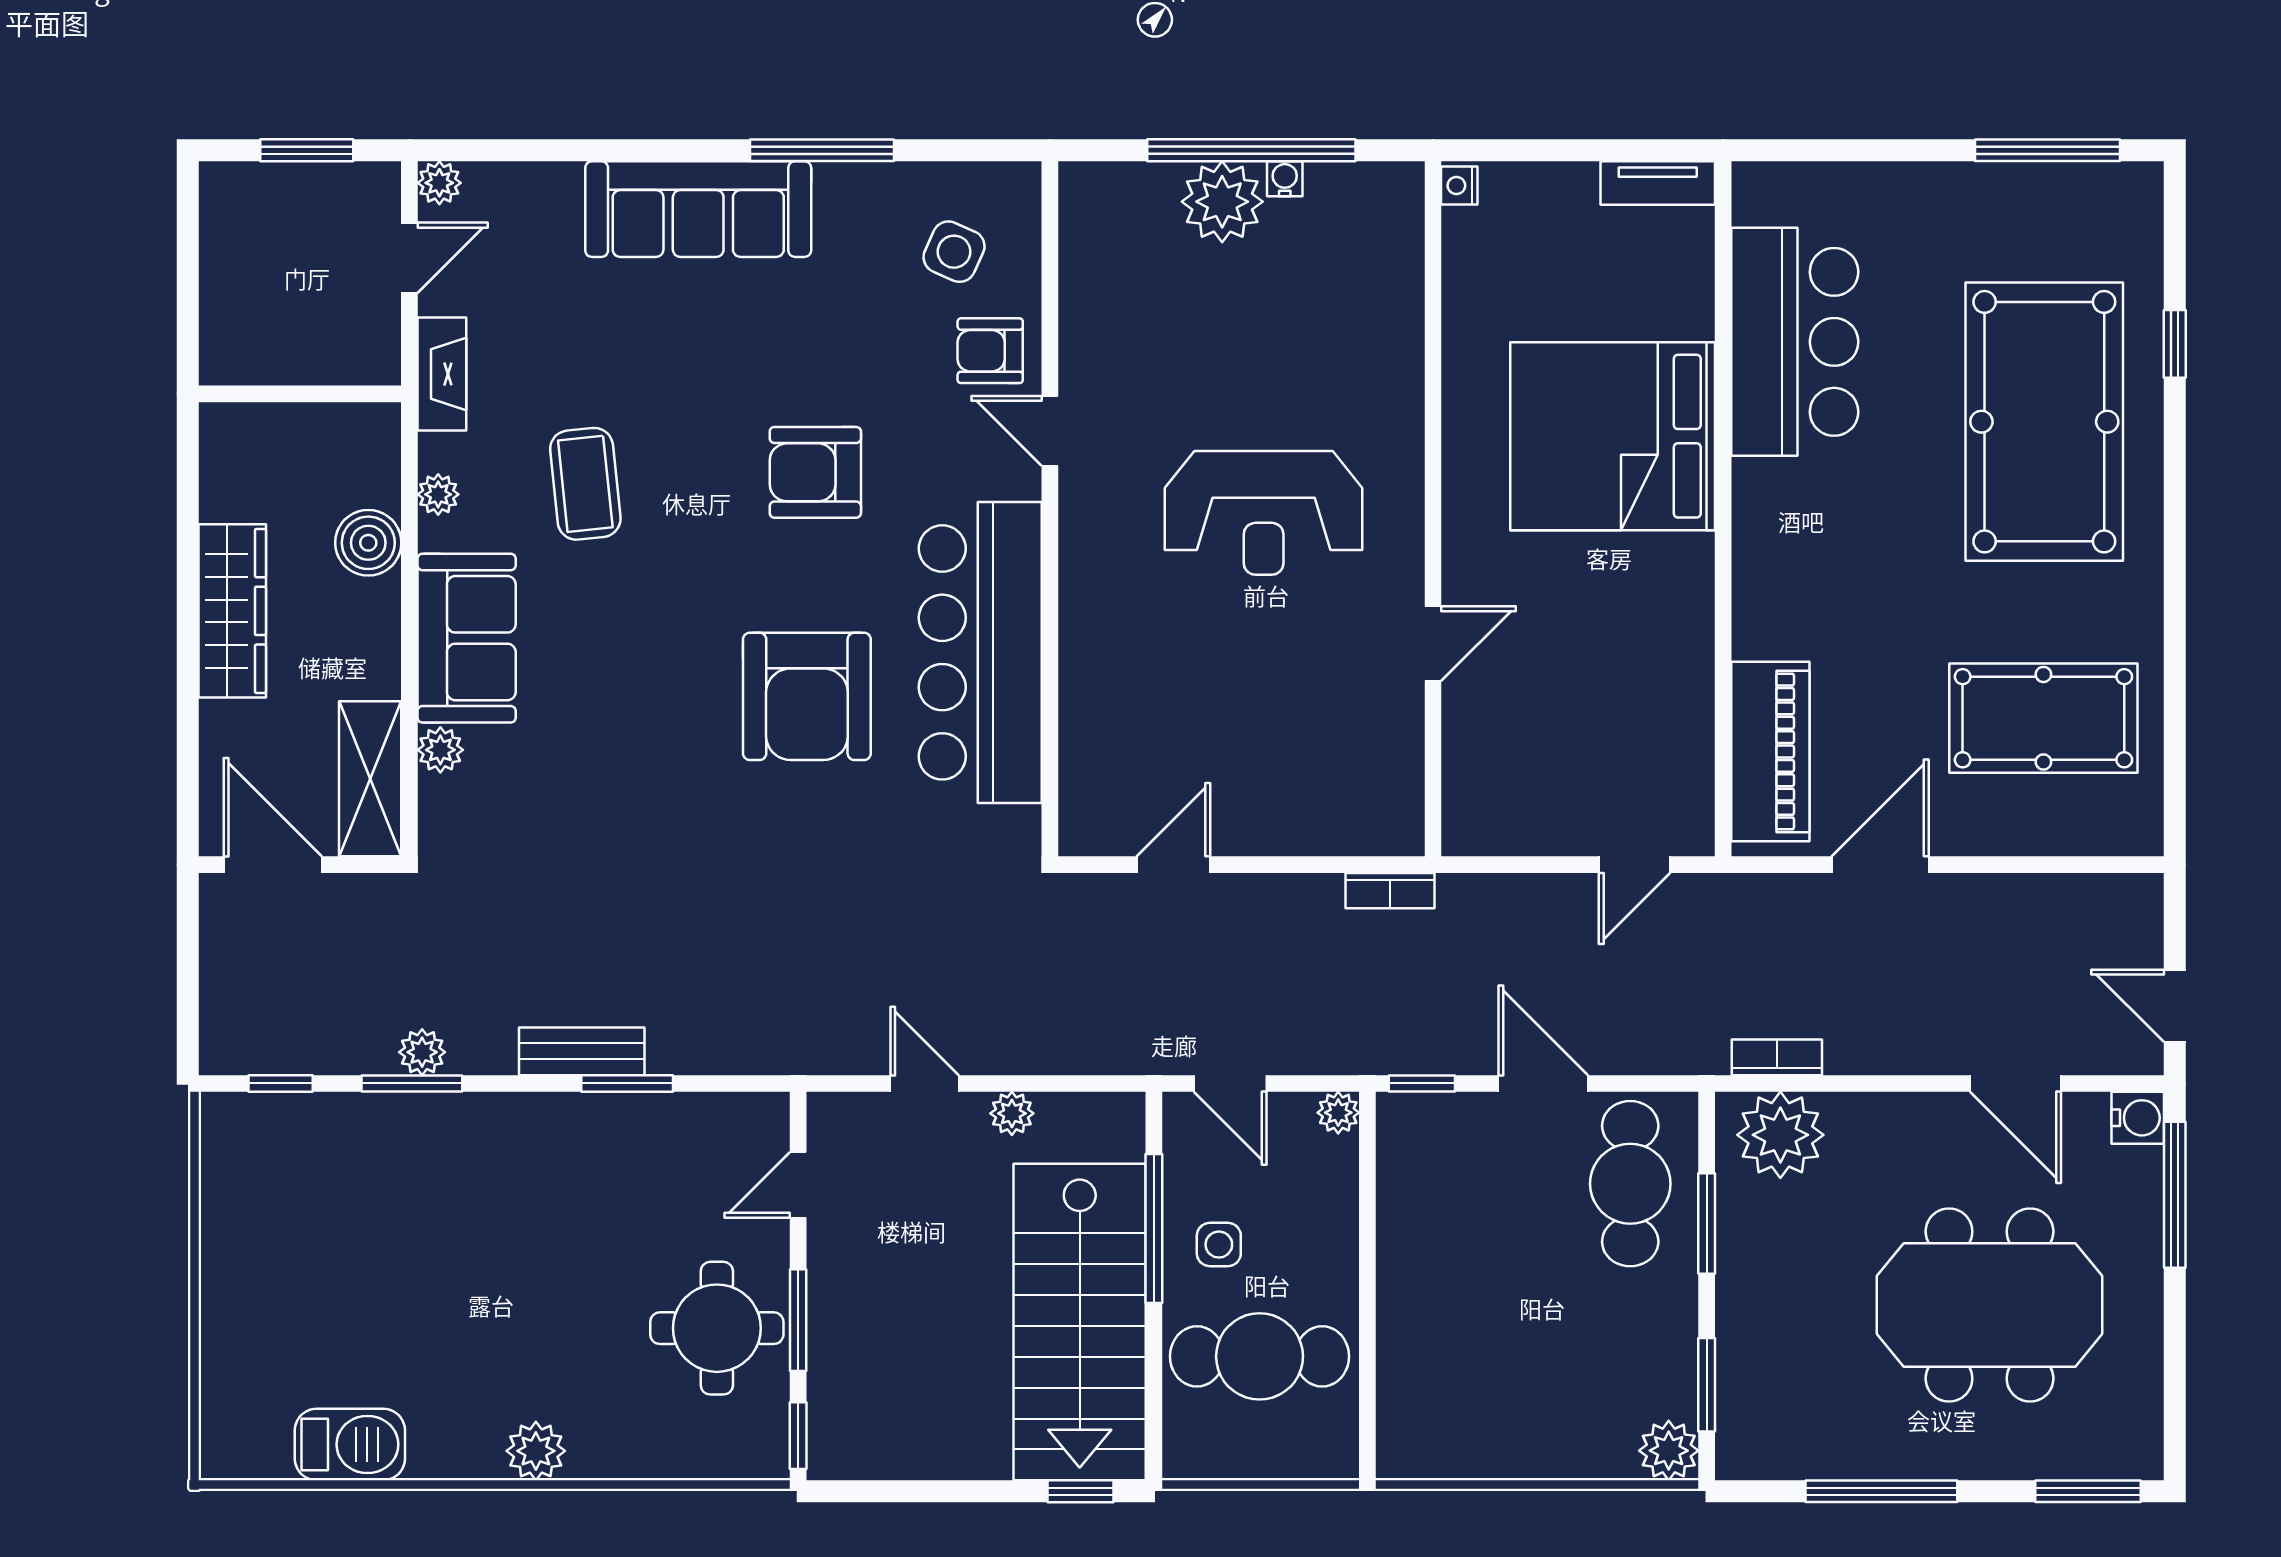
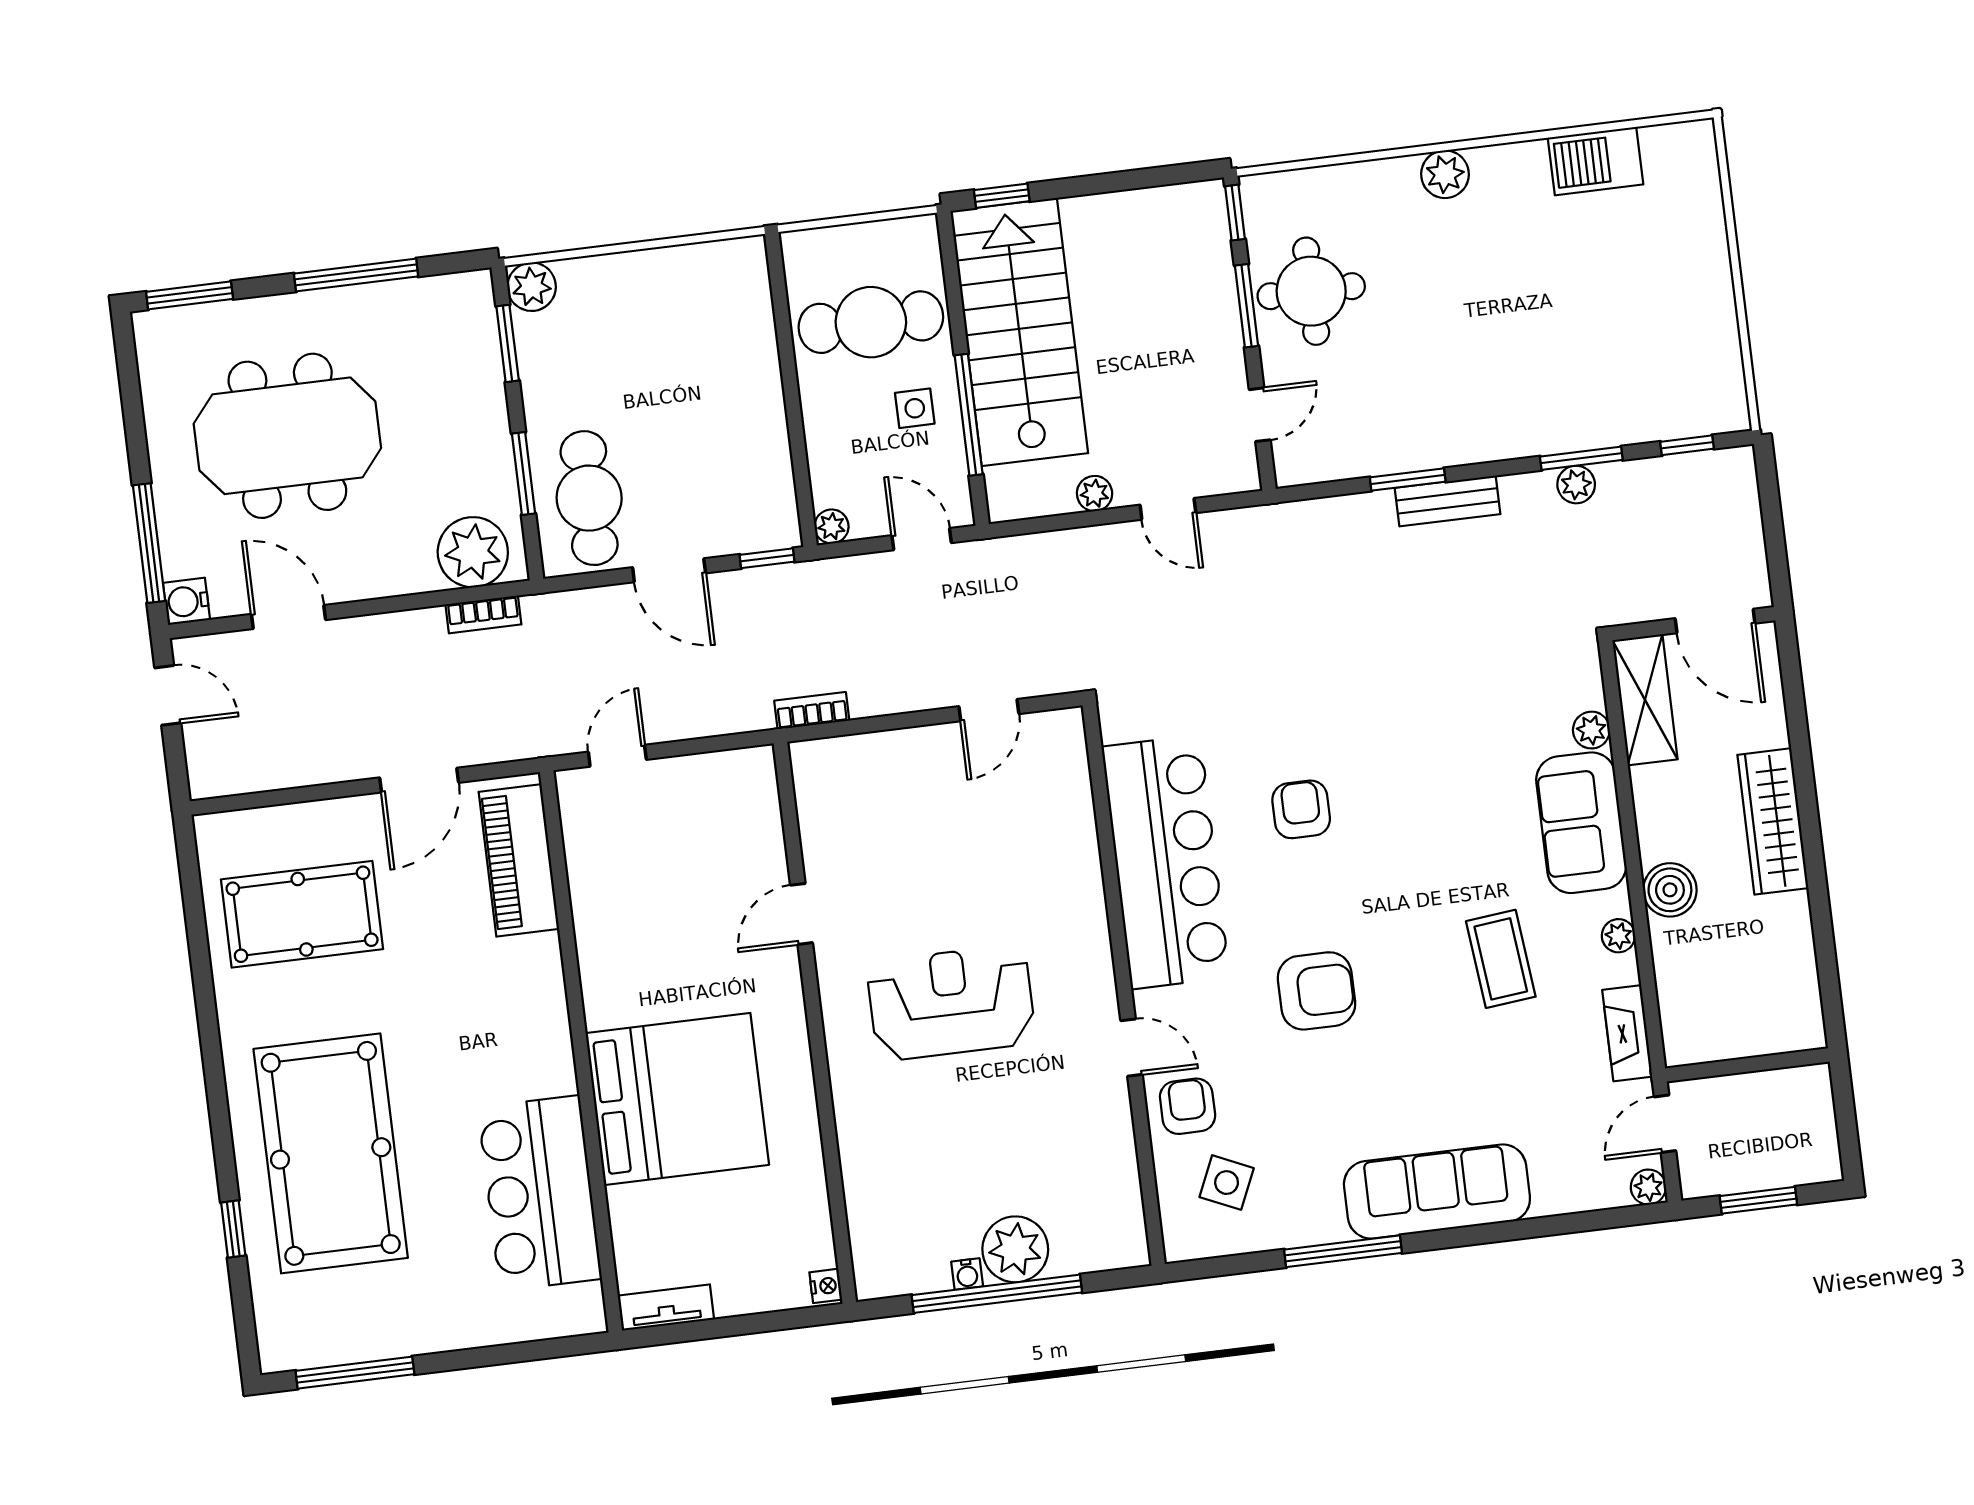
armchair: (990, 351) -> (1188, 1106), turned -90
wall: (300, 394) -> (1747, 1065), moved
armchair: (807, 696) -> (1301, 809), width x0.53, depth x0.53

